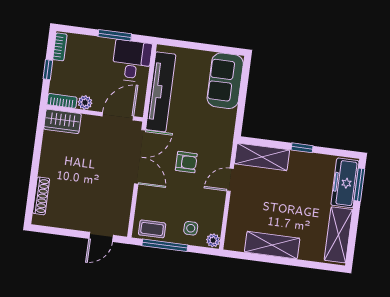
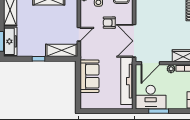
desk: (132, 61) -> (151, 97), width x1.37
sofa: (225, 81) -> (89, 76), moved
armchair: (186, 162) -> (109, 23), moved

